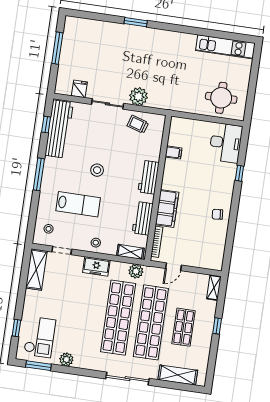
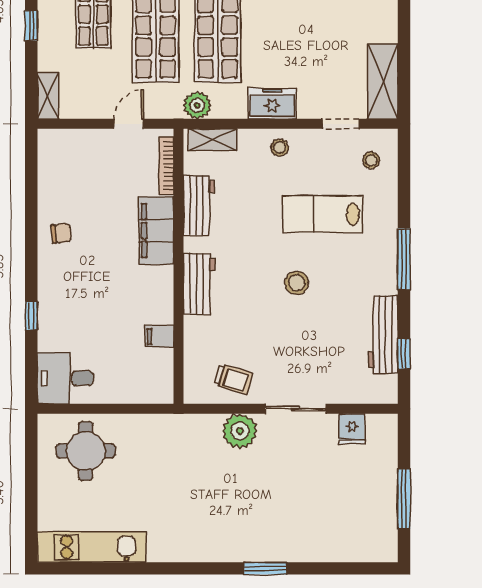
workbench: (59, 129) -> (383, 335), width x0.73, depth x0.76
desk: (226, 143) -> (65, 378), width x0.73

